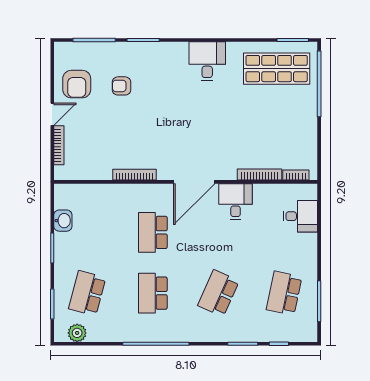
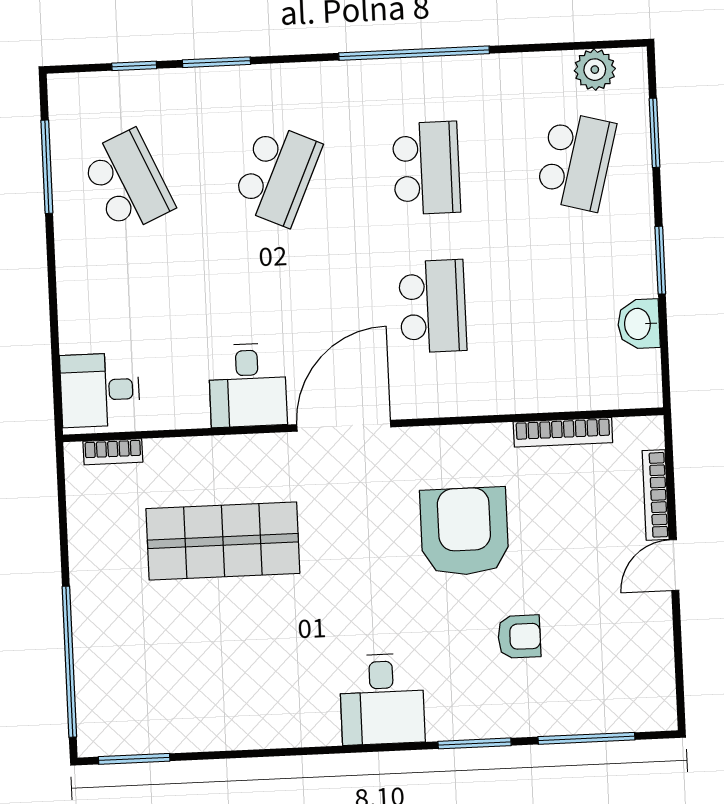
desk: (207, 61) -> (382, 699), moved
shop shelf: (277, 69) -> (223, 541), moved
armchair: (77, 84) -> (464, 531), moved, width x1.36, depth x1.36
bookcase: (260, 174) -> (196, 449), removed
bookcase: (135, 175) -> (563, 432), moved
desk: (300, 216) -> (100, 390), moved
school desk: (284, 293) -> (128, 182), turned -36

